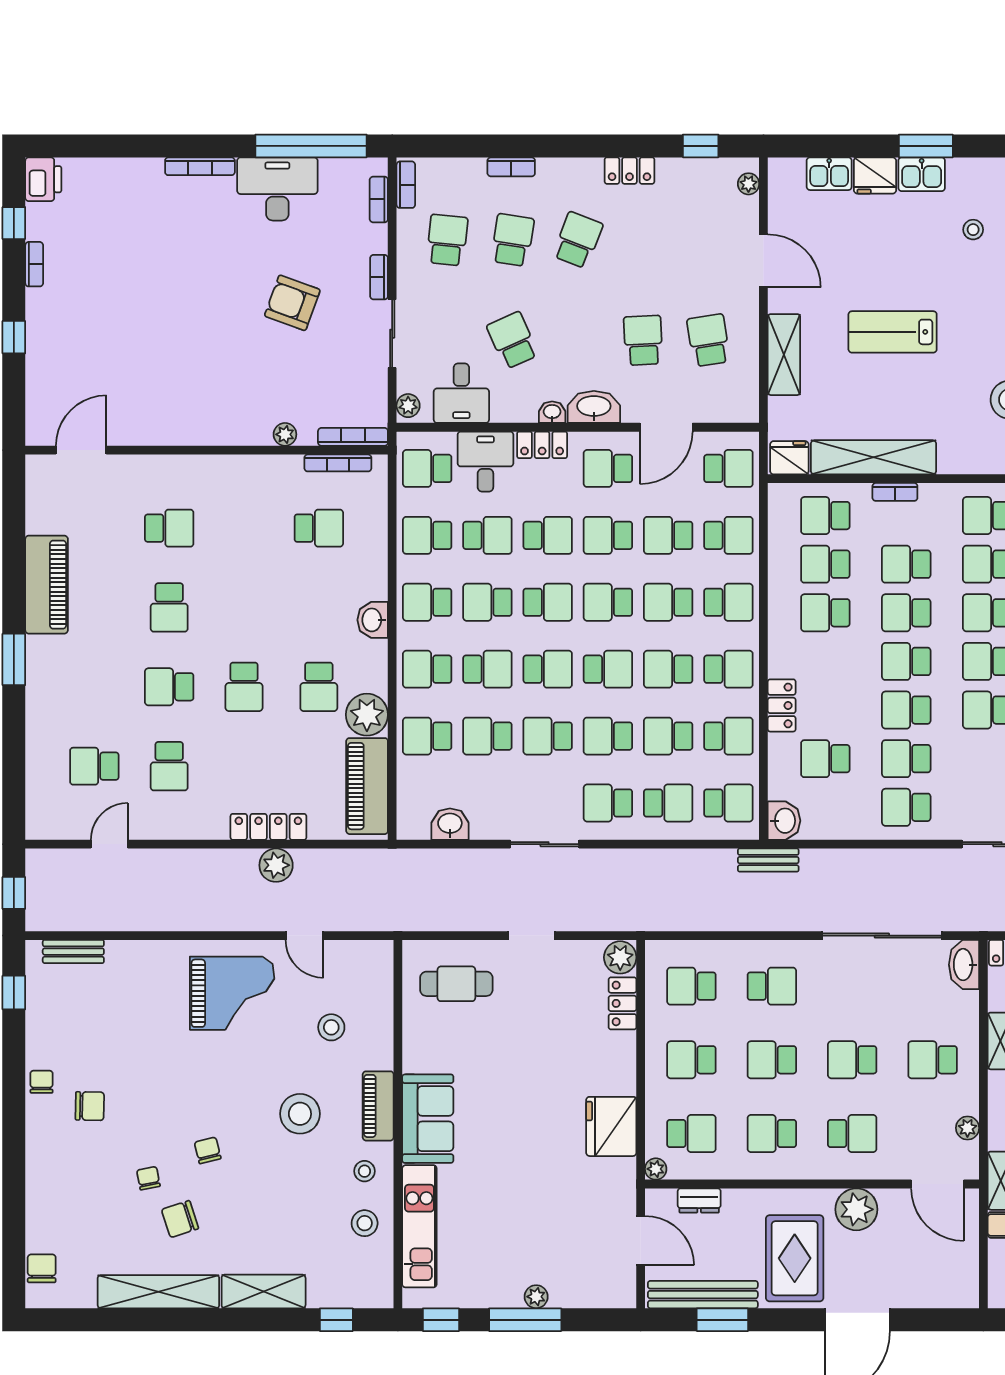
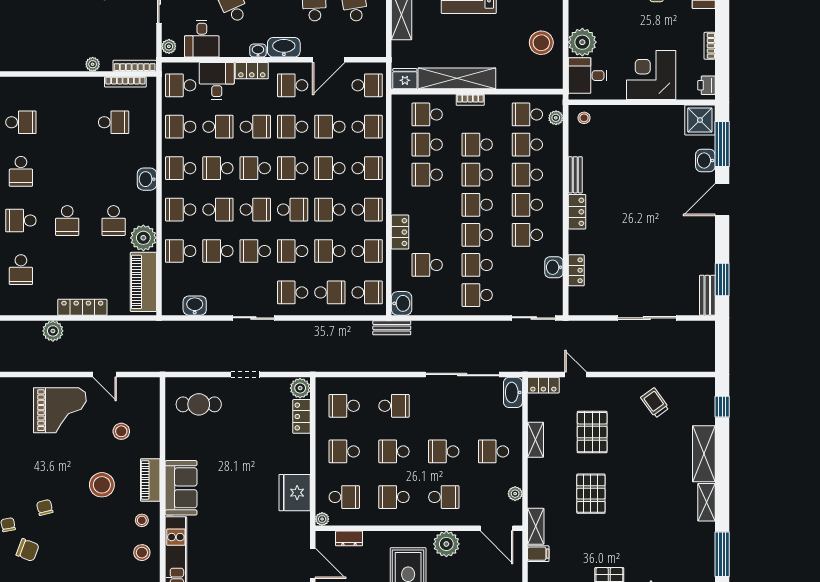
school desk: (548, 602) -> (255, 168), turned 180
plant: (276, 865) -> (53, 331), moved
chair: (180, 1219) -> (28, 550), turned -141

